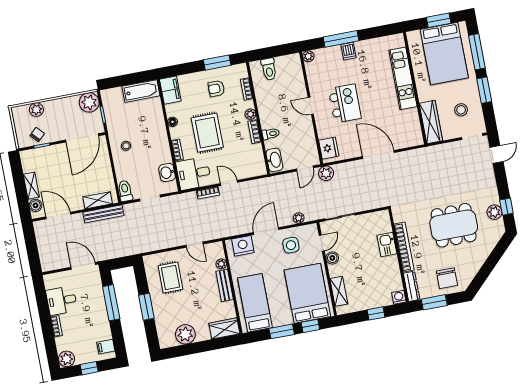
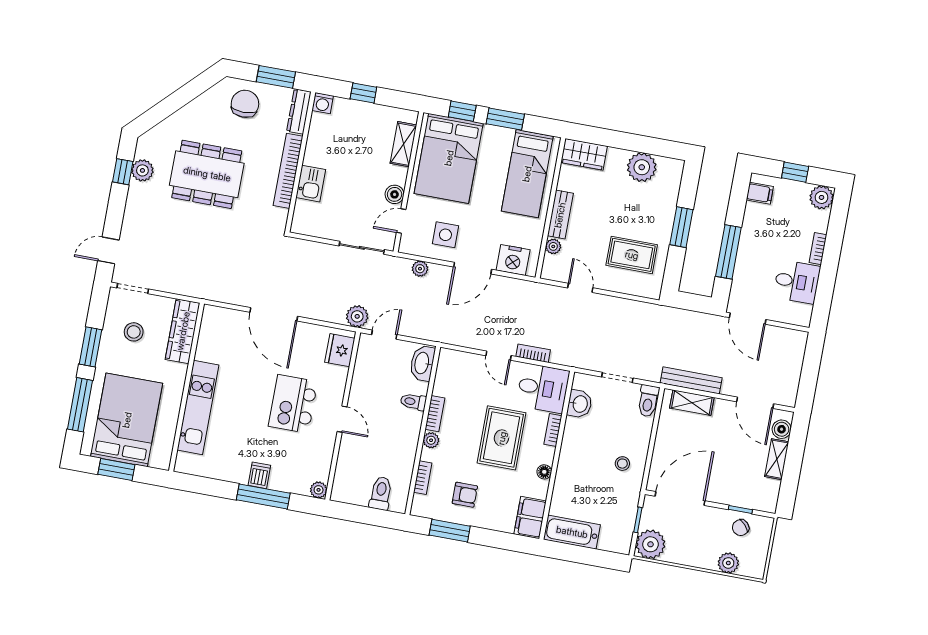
rug: (171, 277) -> (632, 255), turned 90

